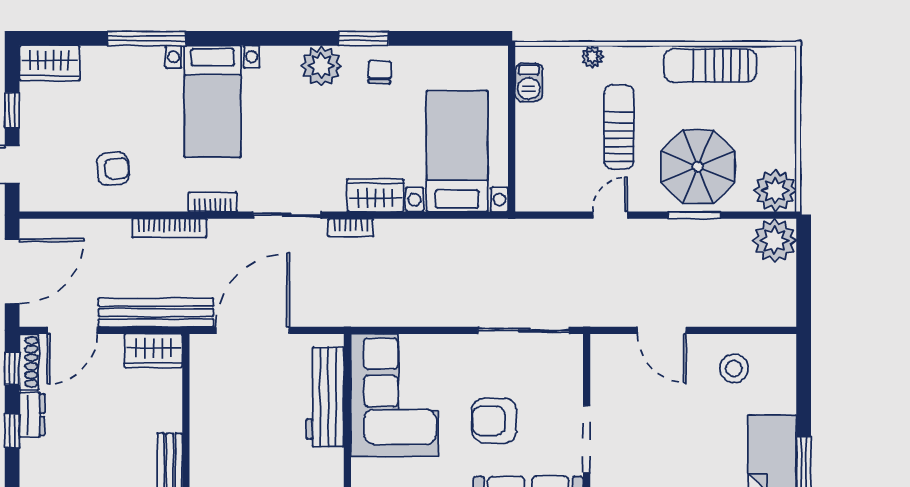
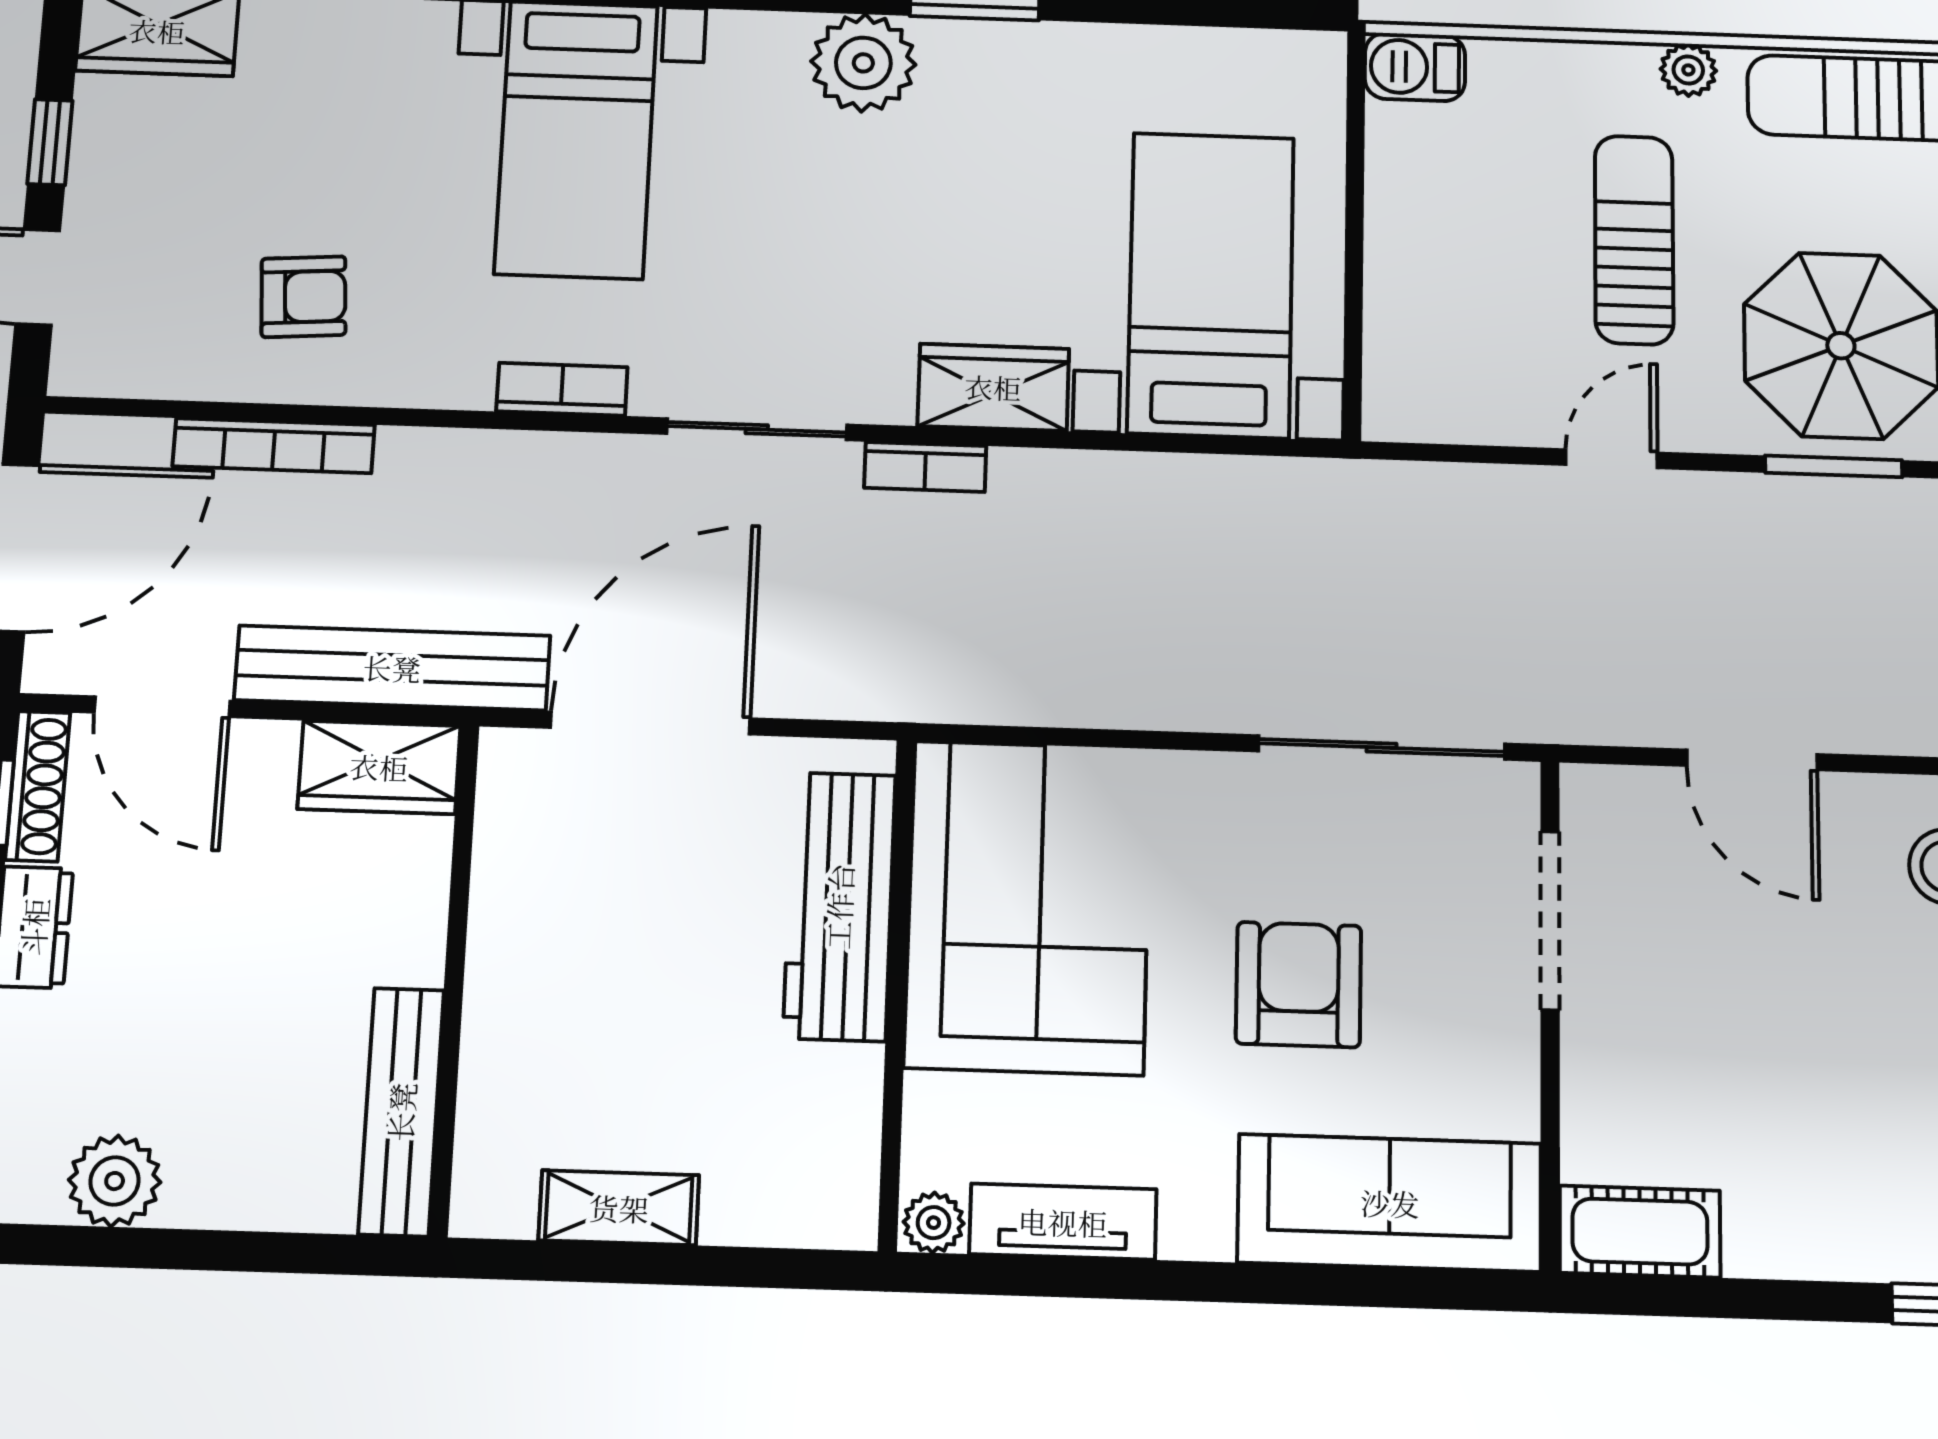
plant: (592, 57) -> (1688, 70), moved
chair: (380, 72) -> (1014, 84), removed
barbecue: (529, 82) -> (1415, 67), moved, turned 90
bookcase: (170, 228) -> (274, 446), moved
door: (72, 330) -> (162, 707), hinge flipped
armchair: (494, 421) -> (1299, 985), turned 90
doorway: (587, 439) -> (1550, 920), moved

